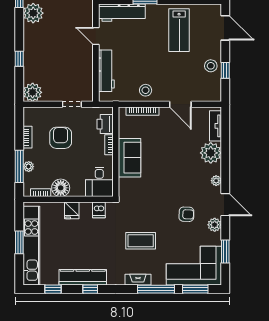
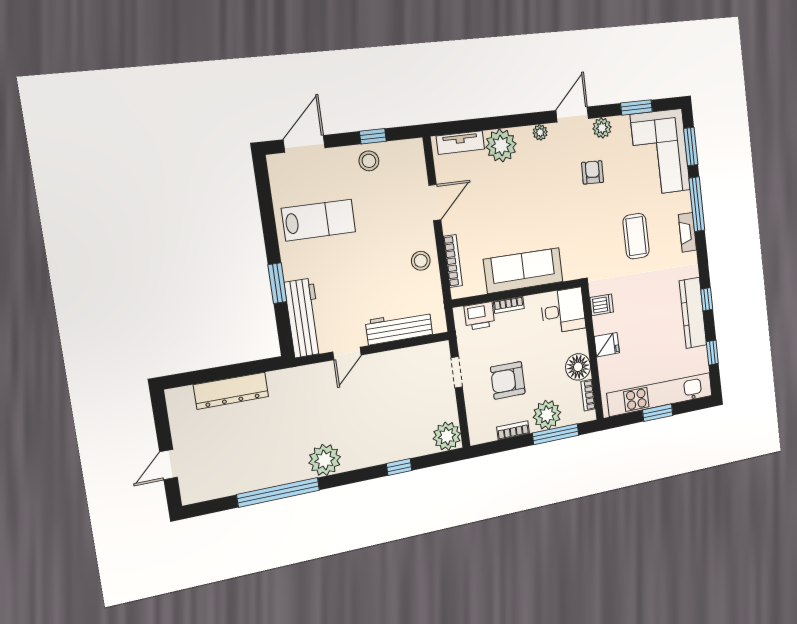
sofa: (130, 158) -> (523, 271), width x1.36
plant: (29, 167) -> (547, 415), width x1.87, depth x1.87

